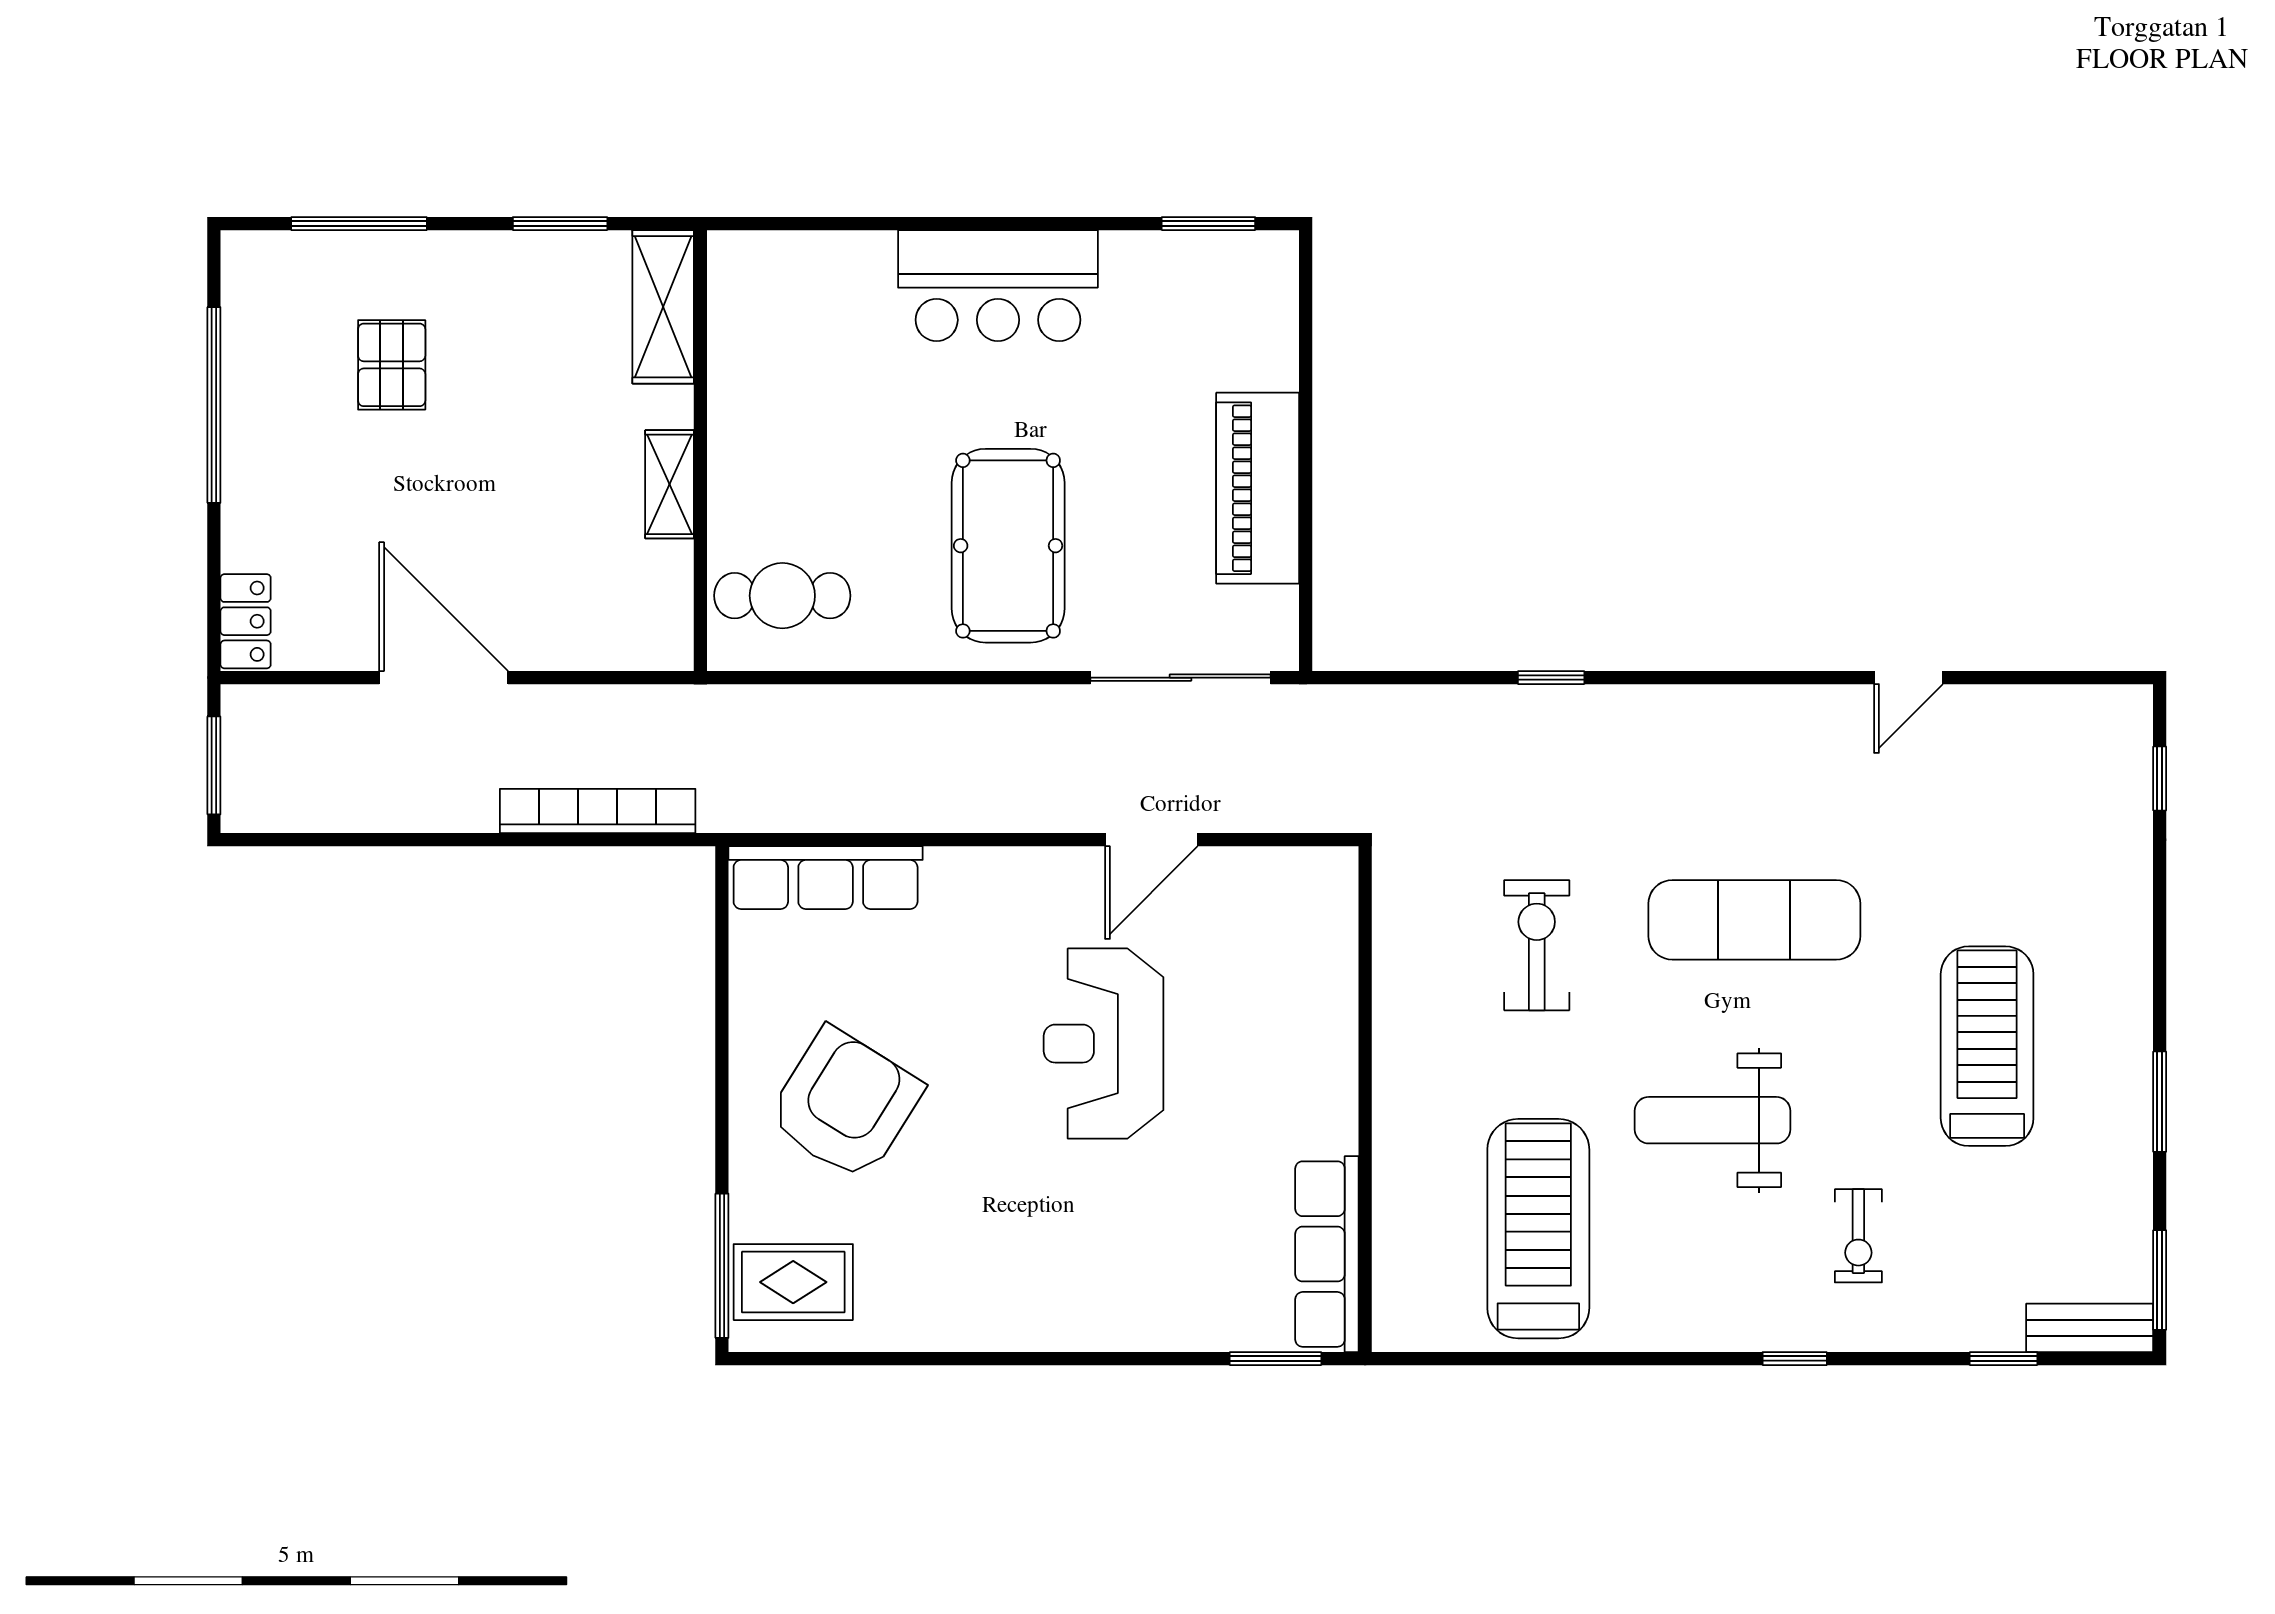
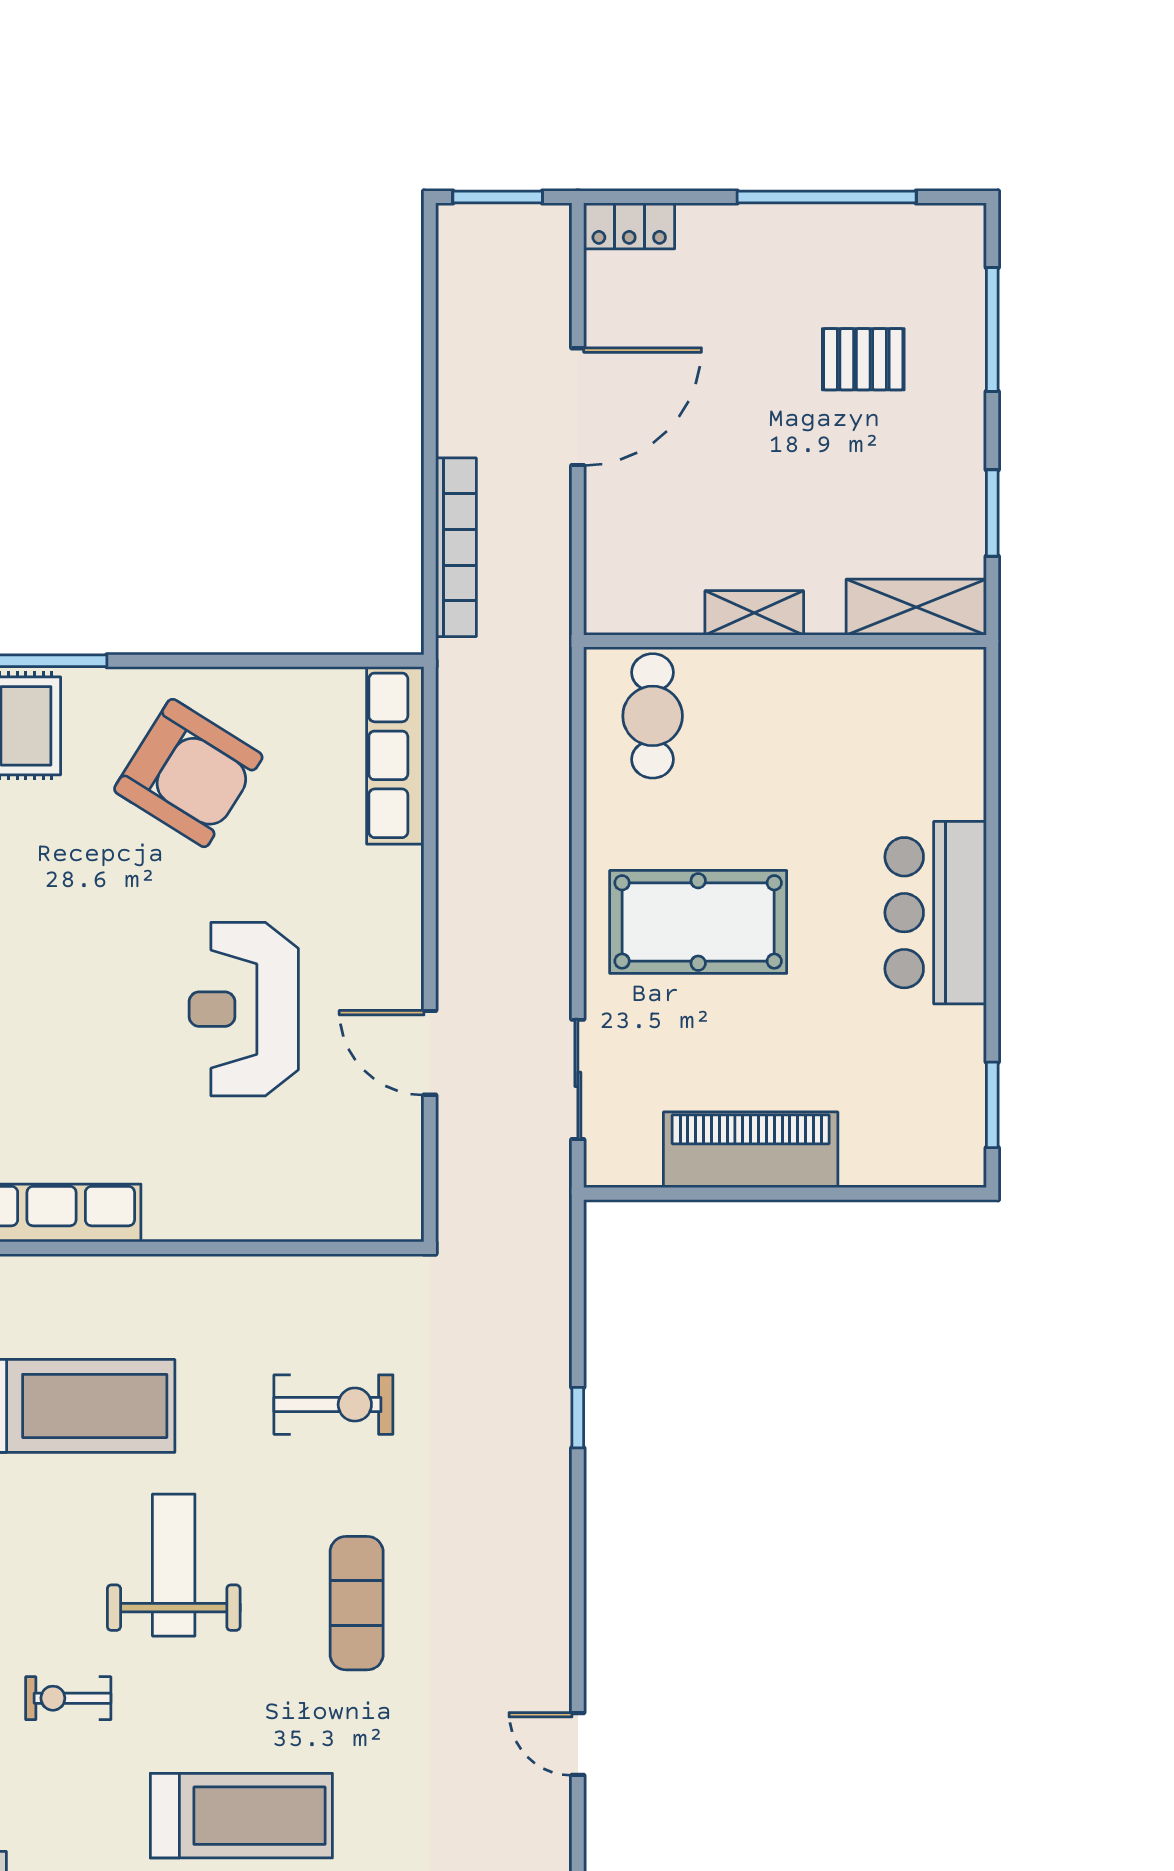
sliding door: (1180, 678) -> (578, 1079), width x0.73
exercise mat: (1754, 920) -> (357, 1603), width x0.73, depth x0.69
reception desk: (1104, 1044) -> (244, 1009), turned -90

